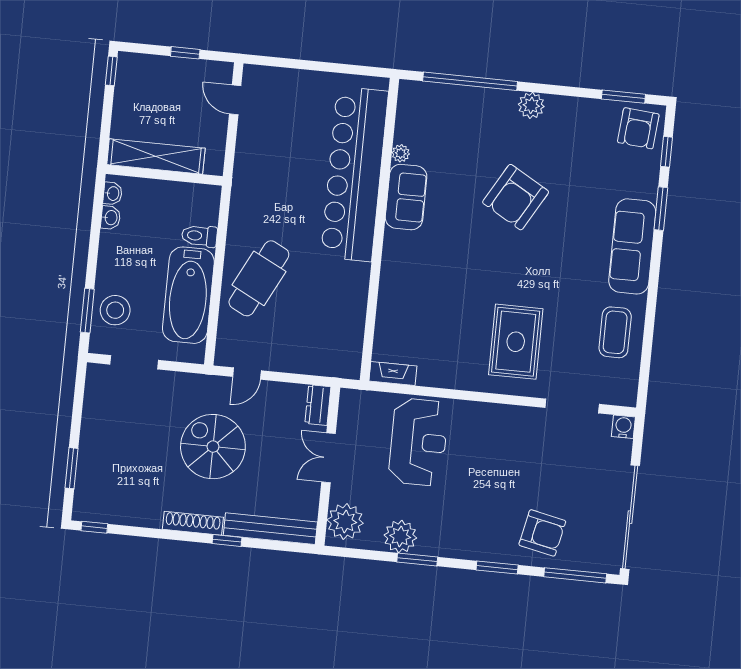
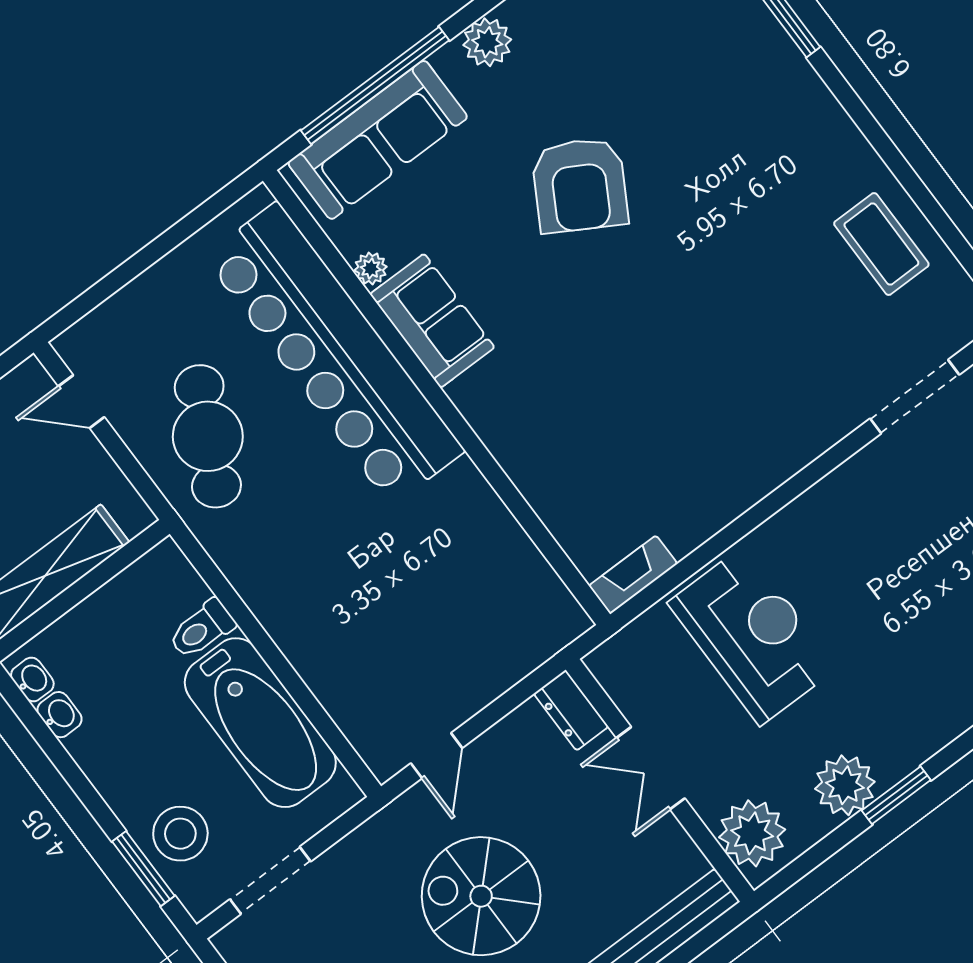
sofa: (632, 246) -> (378, 140), moved, turned -90
cafe table: (259, 278) -> (208, 436), moved
rug: (516, 342) -> (759, 380), removed

